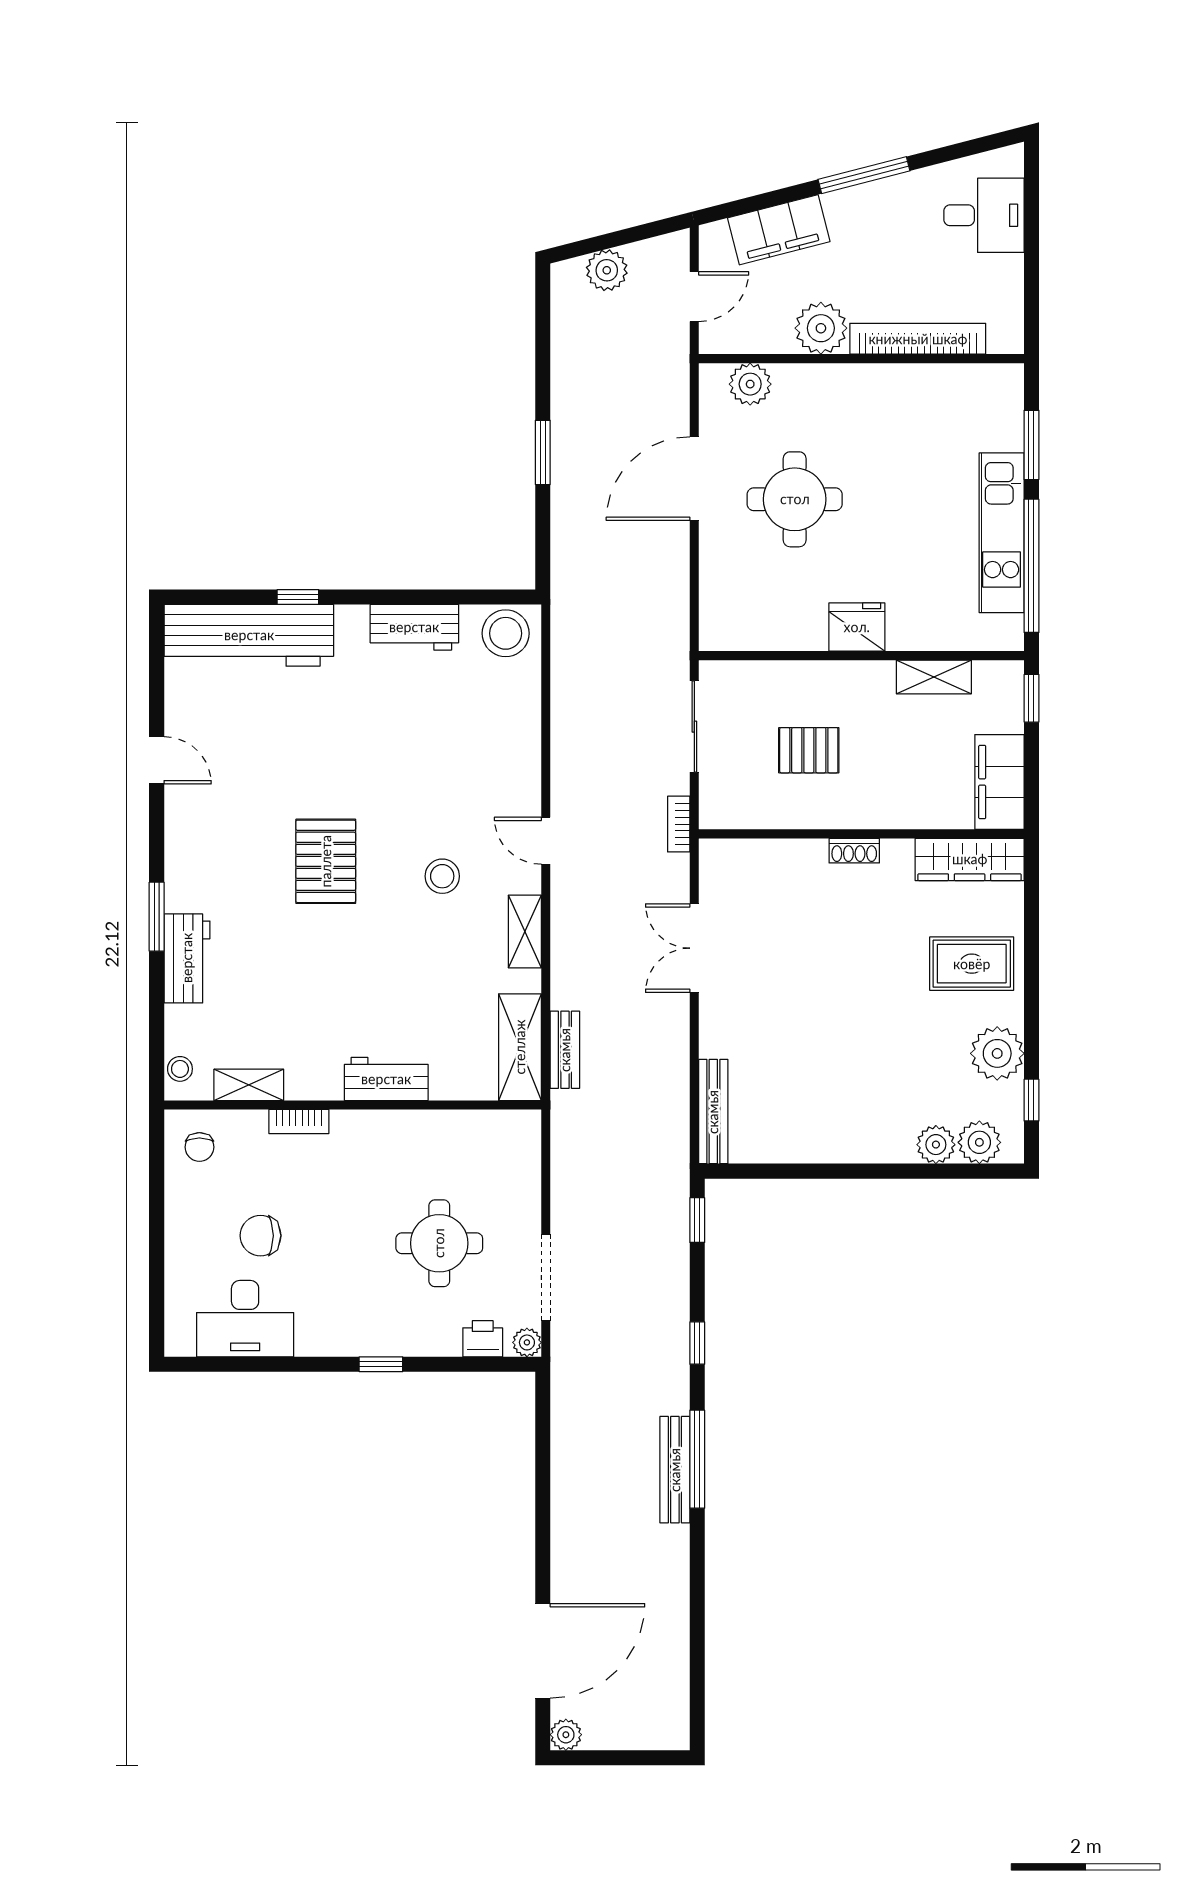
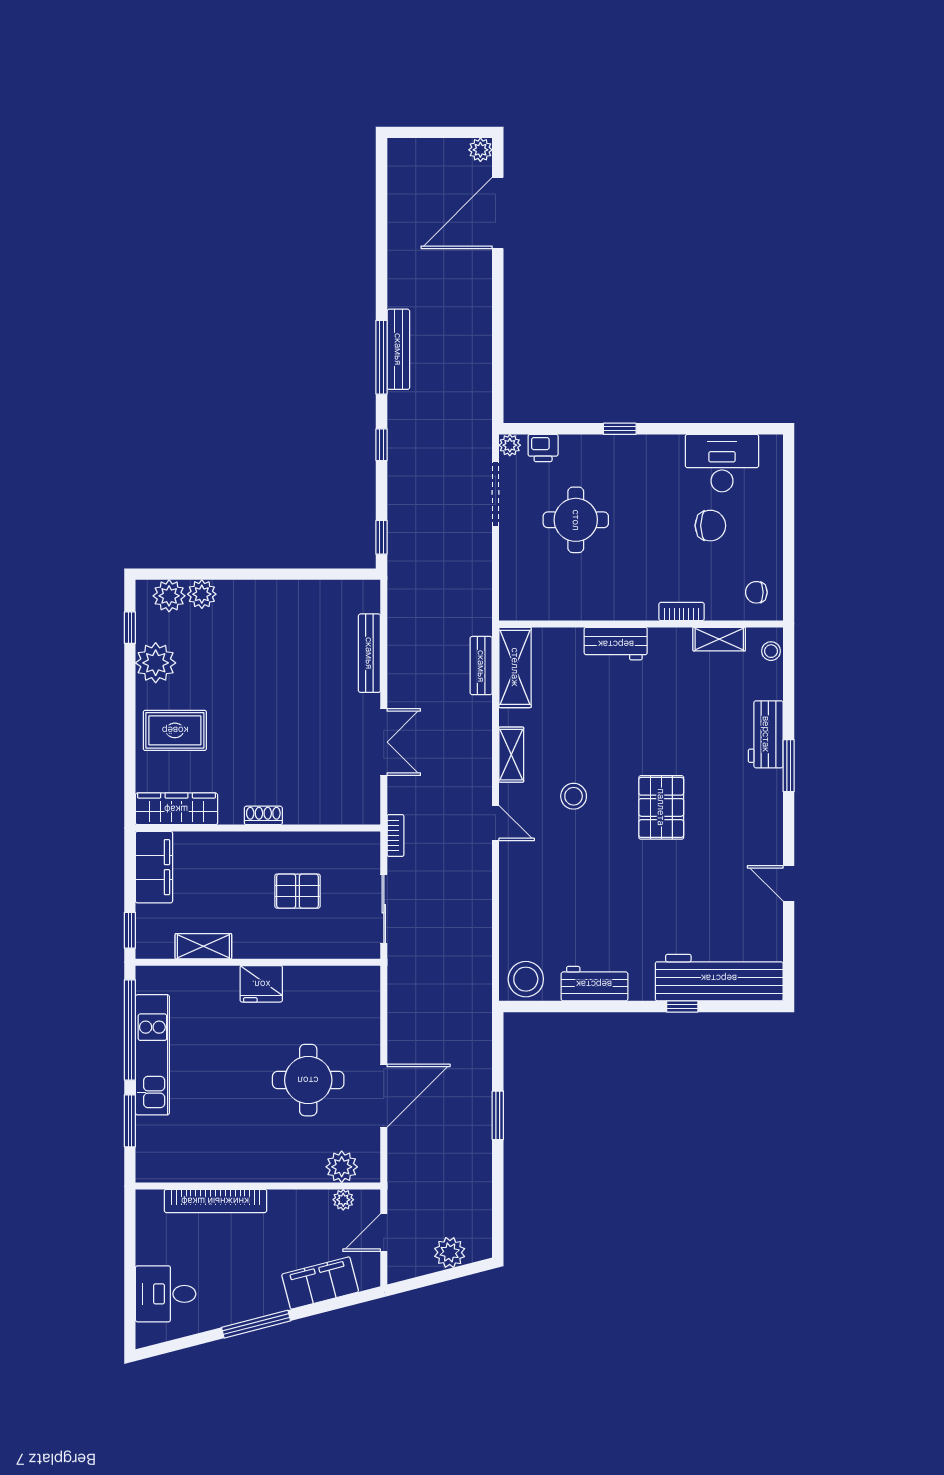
plant: (821, 328) -> (343, 1200), moved, width x0.53, depth x0.53
bench: (713, 1112) -> (369, 653), moved
chair: (199, 1147) -> (756, 592), turned -90

